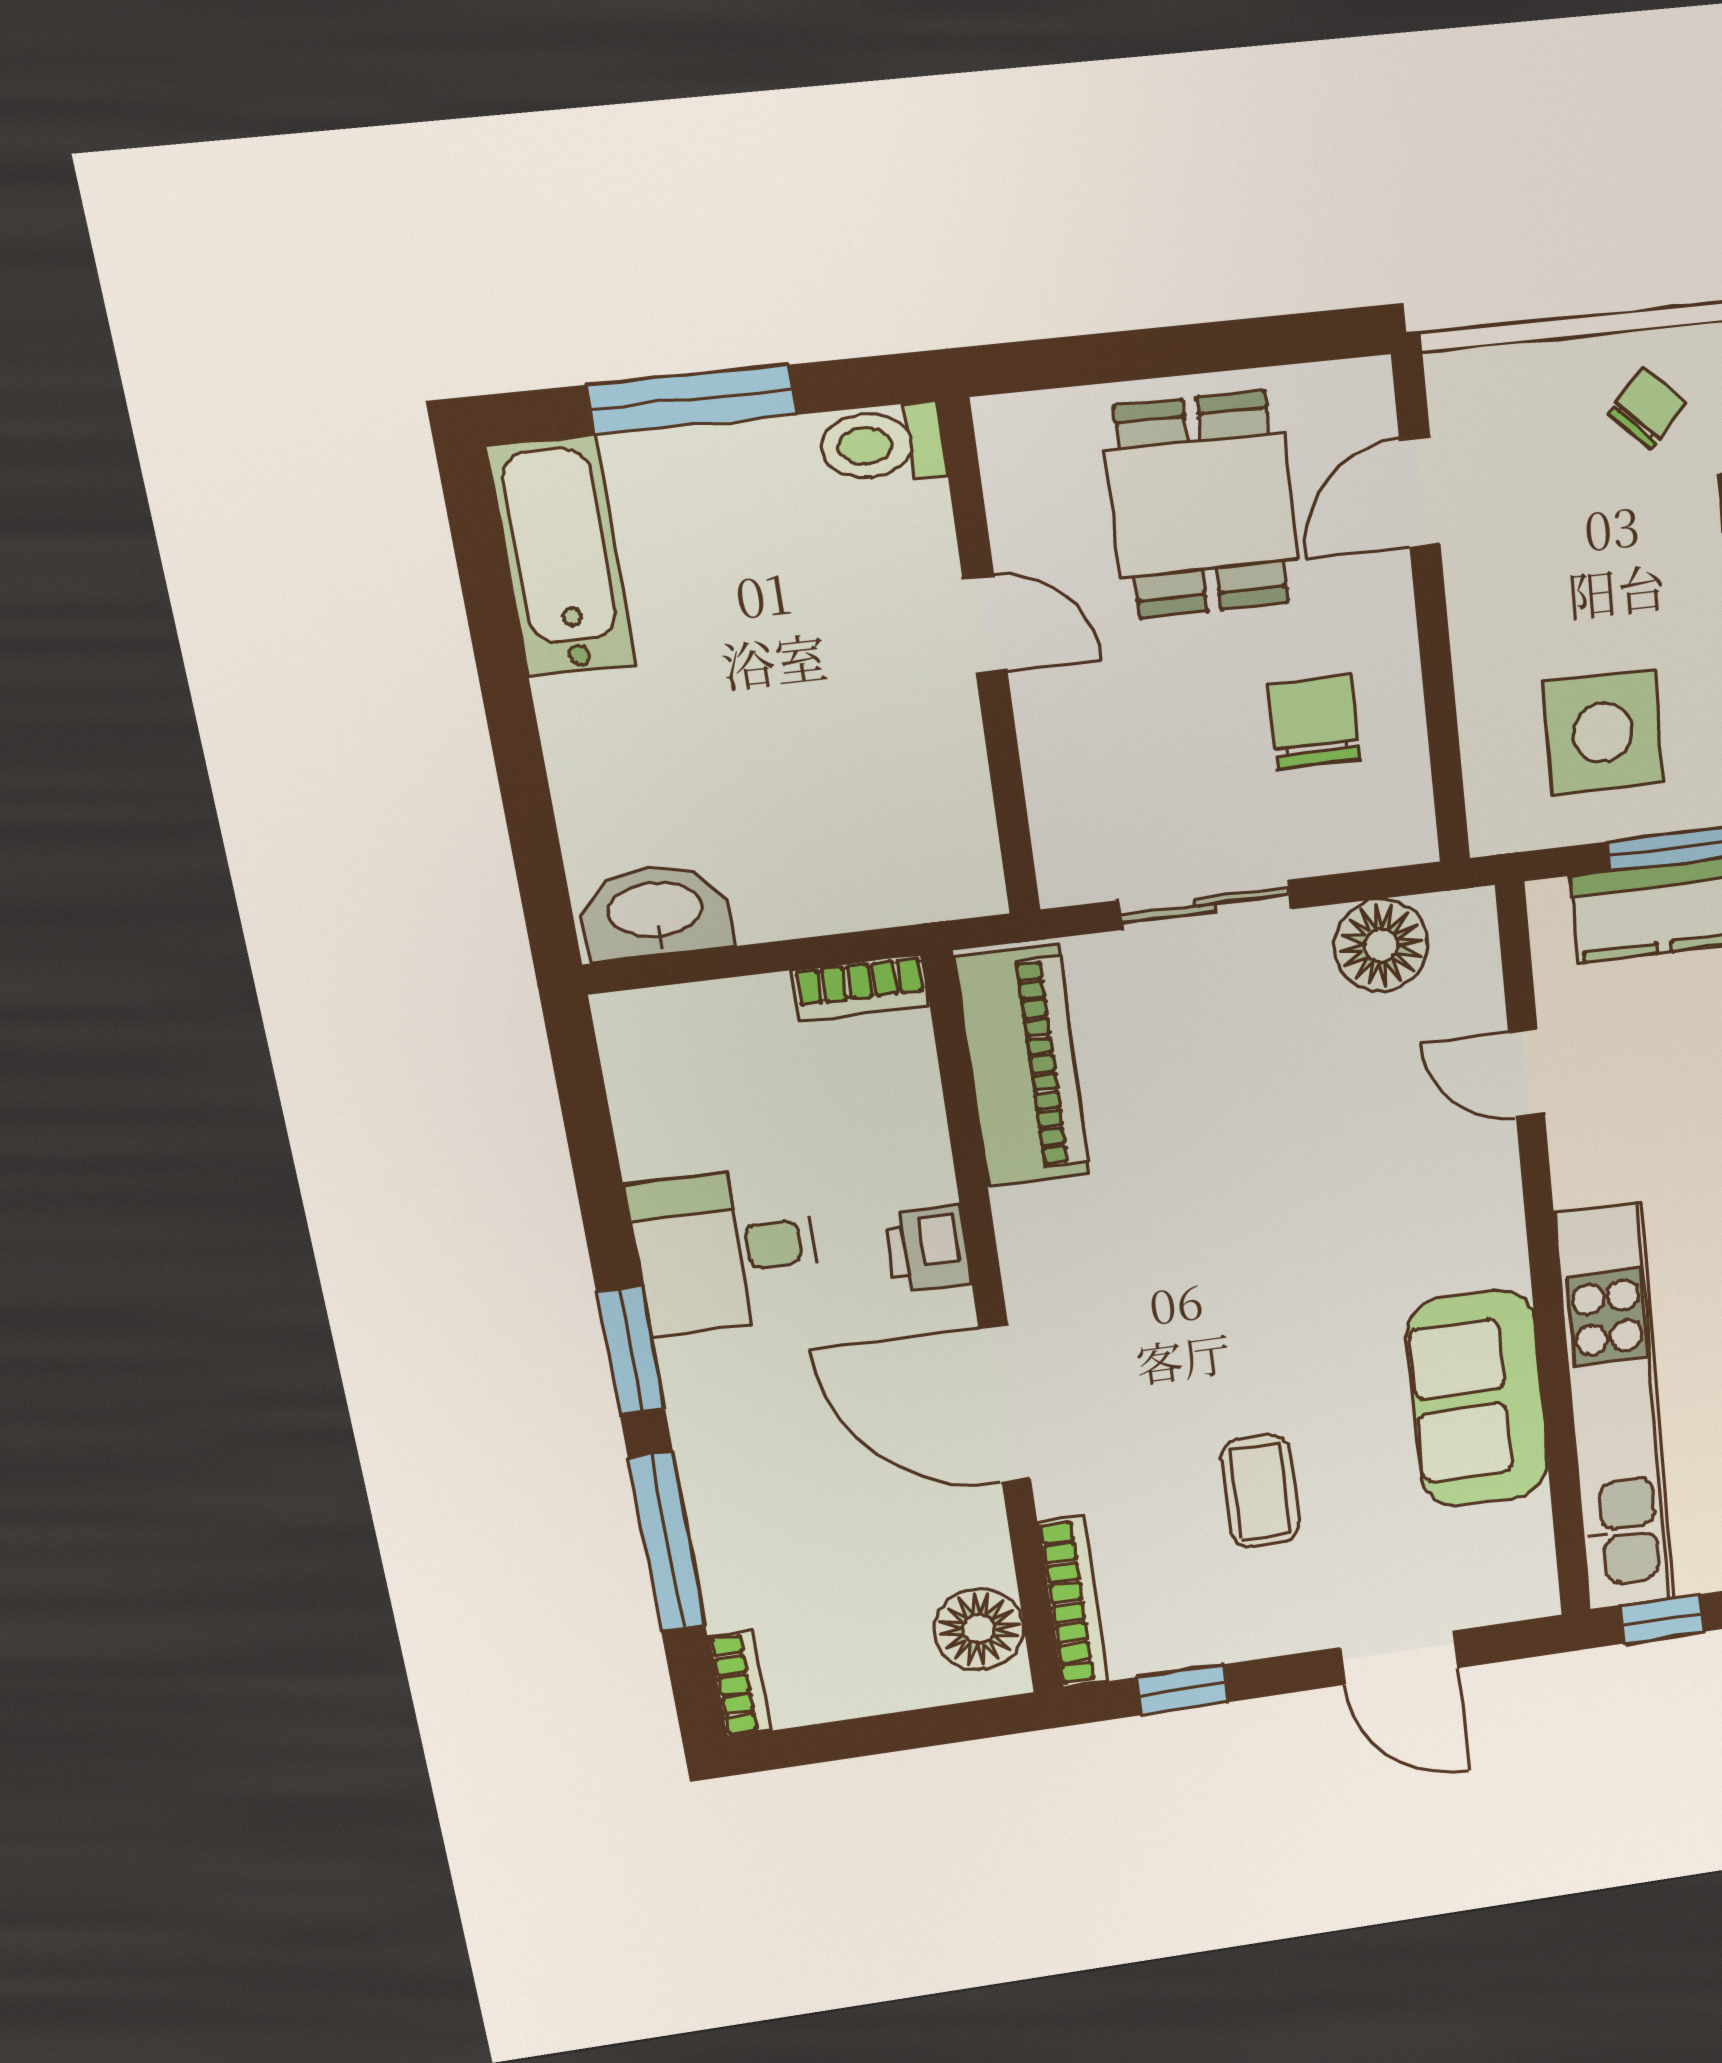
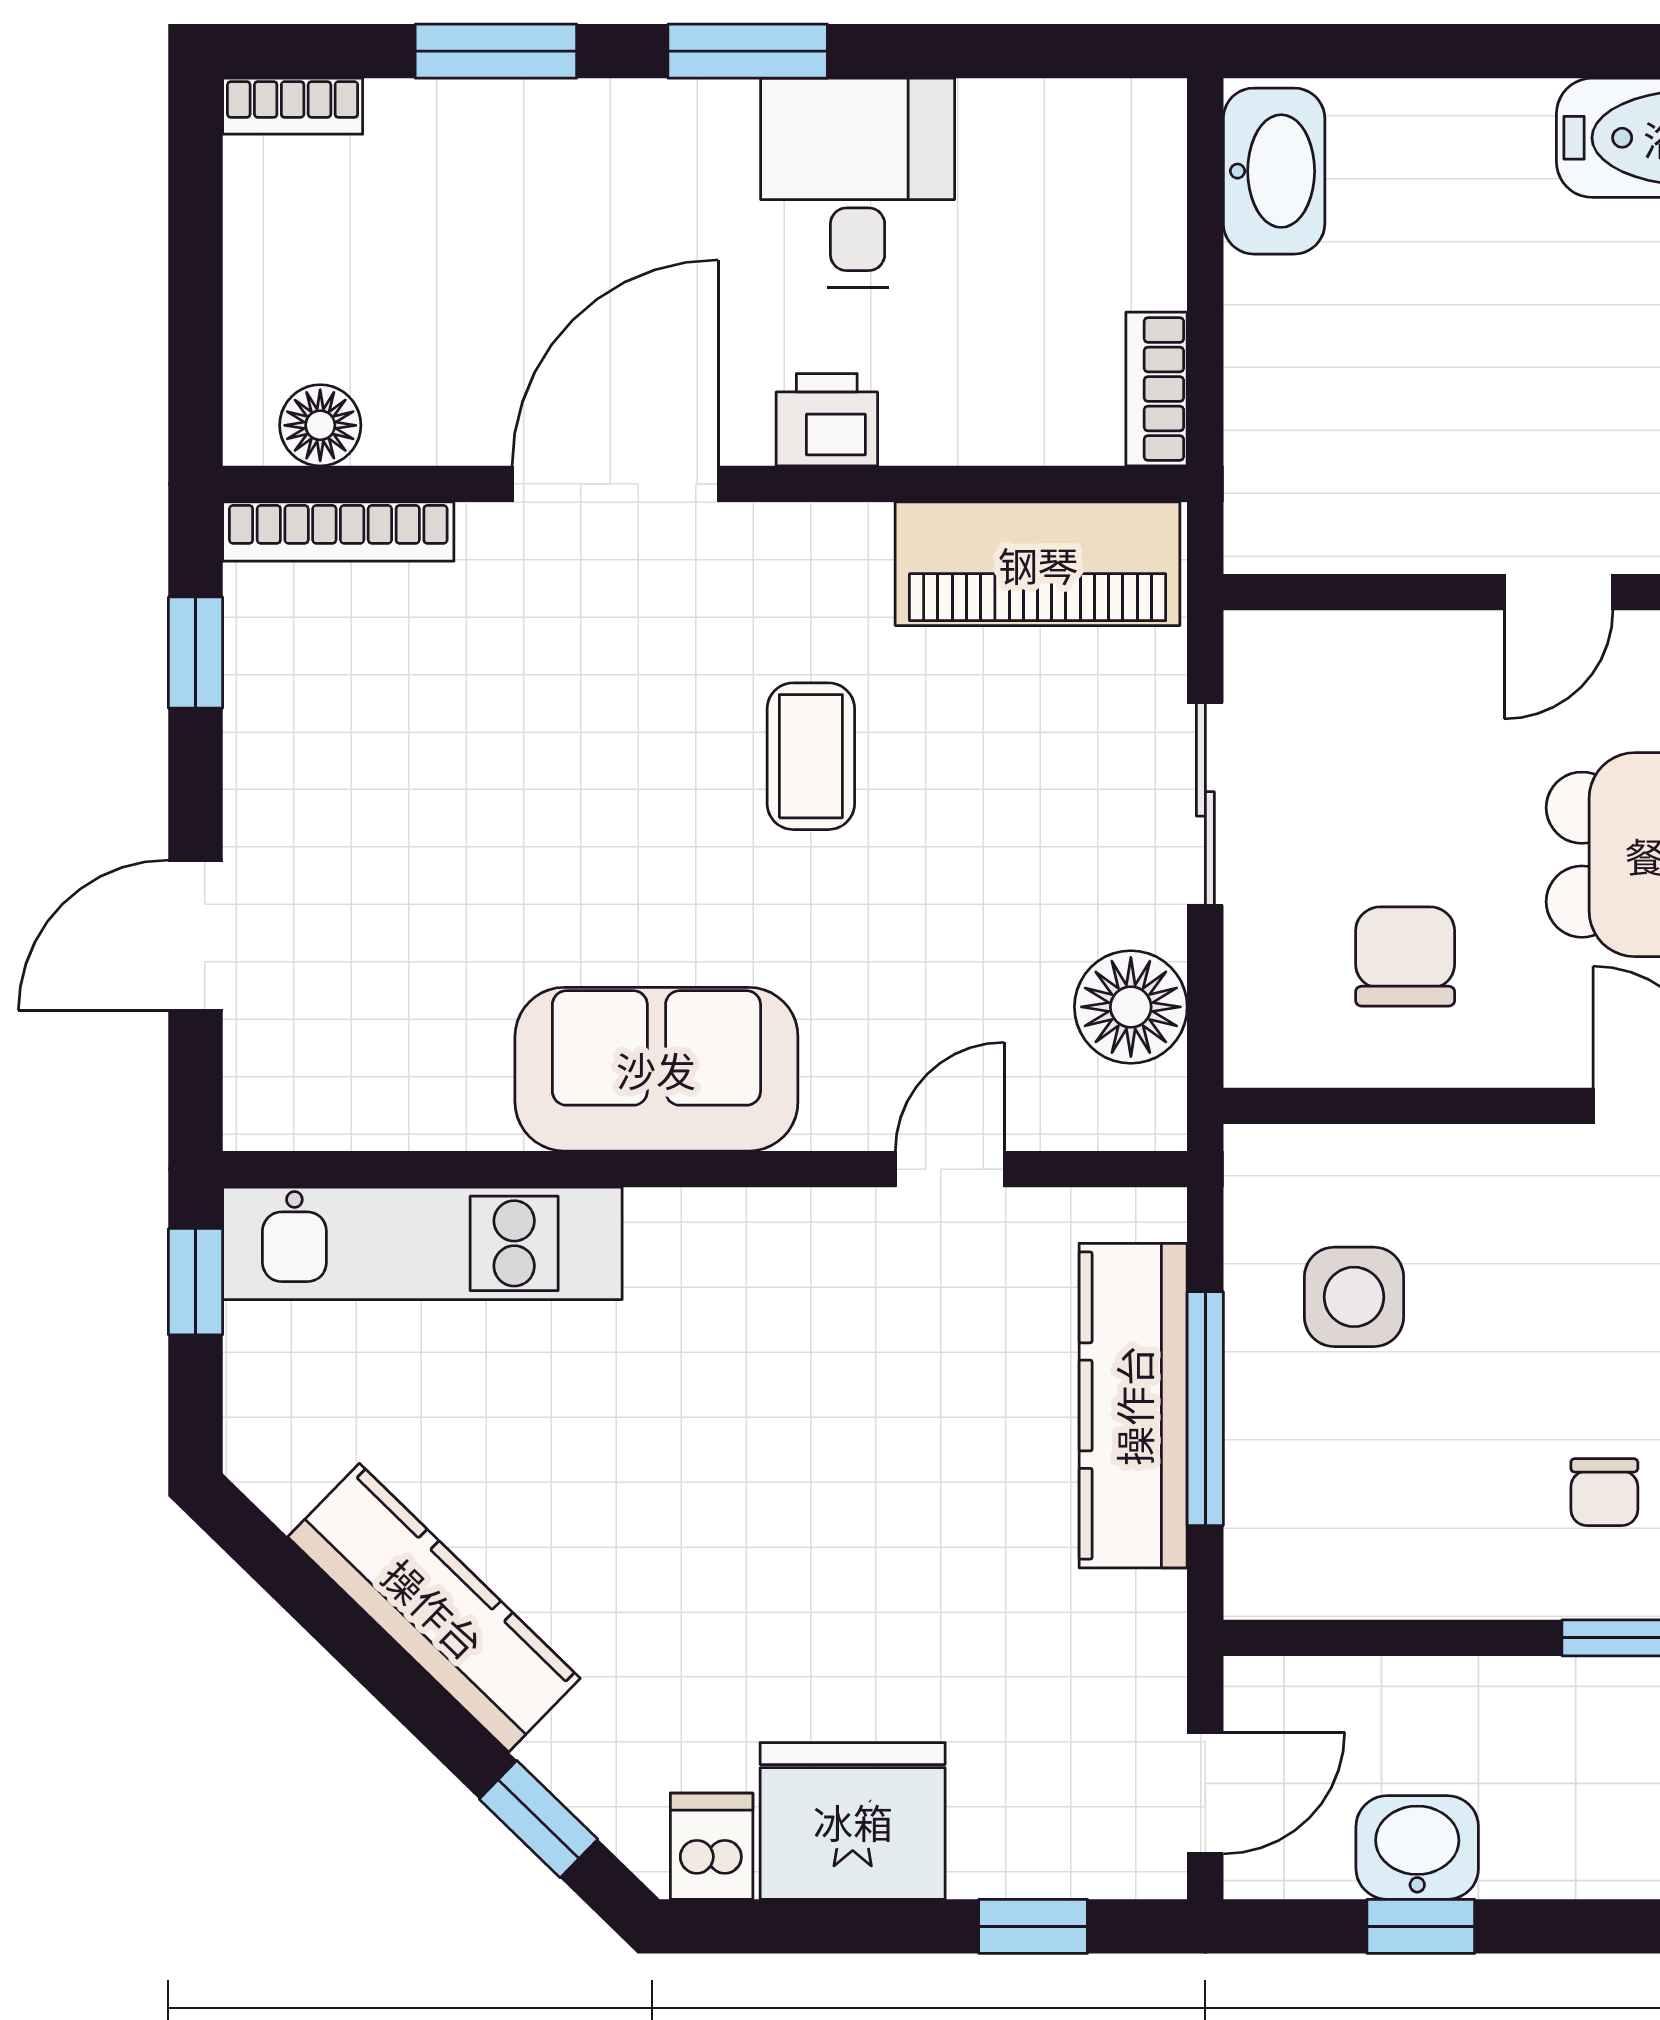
chair: (1315, 722) -> (1405, 956), turned -90
side table: (1603, 733) -> (1354, 1297), width x0.73, depth x0.73
sofa: (1477, 1399) -> (656, 1069), moved
kitchen unit: (1615, 1410) -> (422, 1243), width x0.73
coffee table: (1260, 1491) -> (811, 756), moved, turned 90
window: (667, 1542) -> (496, 51), width x0.69
floor lamp: (979, 1629) -> (320, 425), width x0.73, depth x0.73

